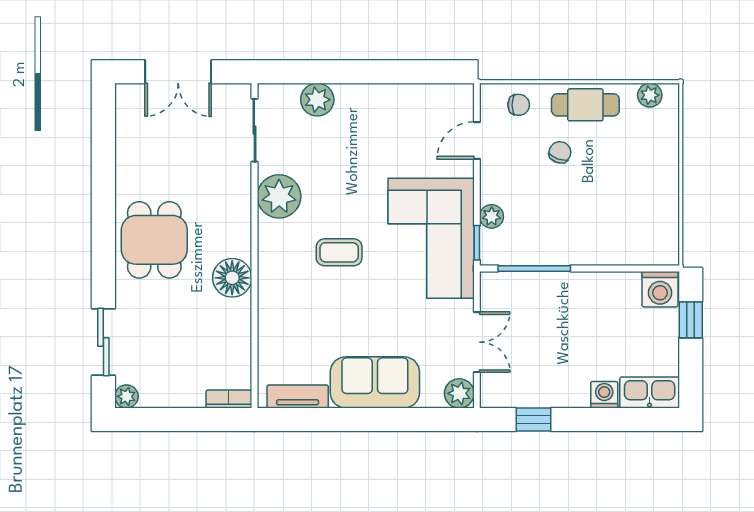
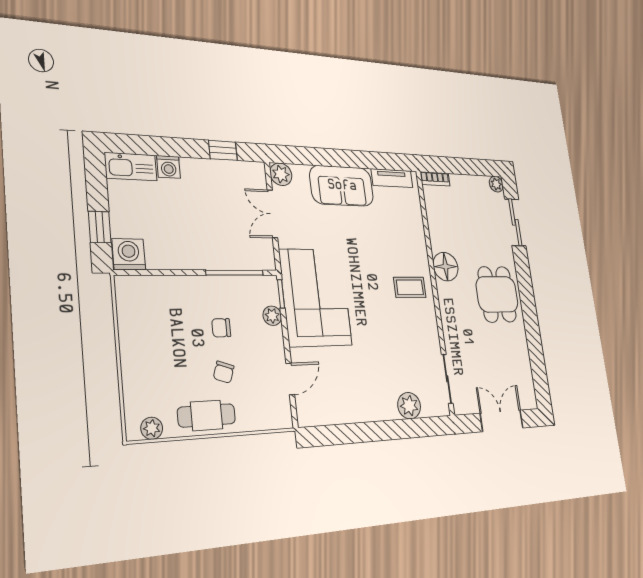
chair: (519, 105) -> (221, 328), moved
plant: (279, 196) -> (424, 328), removed
coffee table: (339, 252) -> (410, 287), moved

